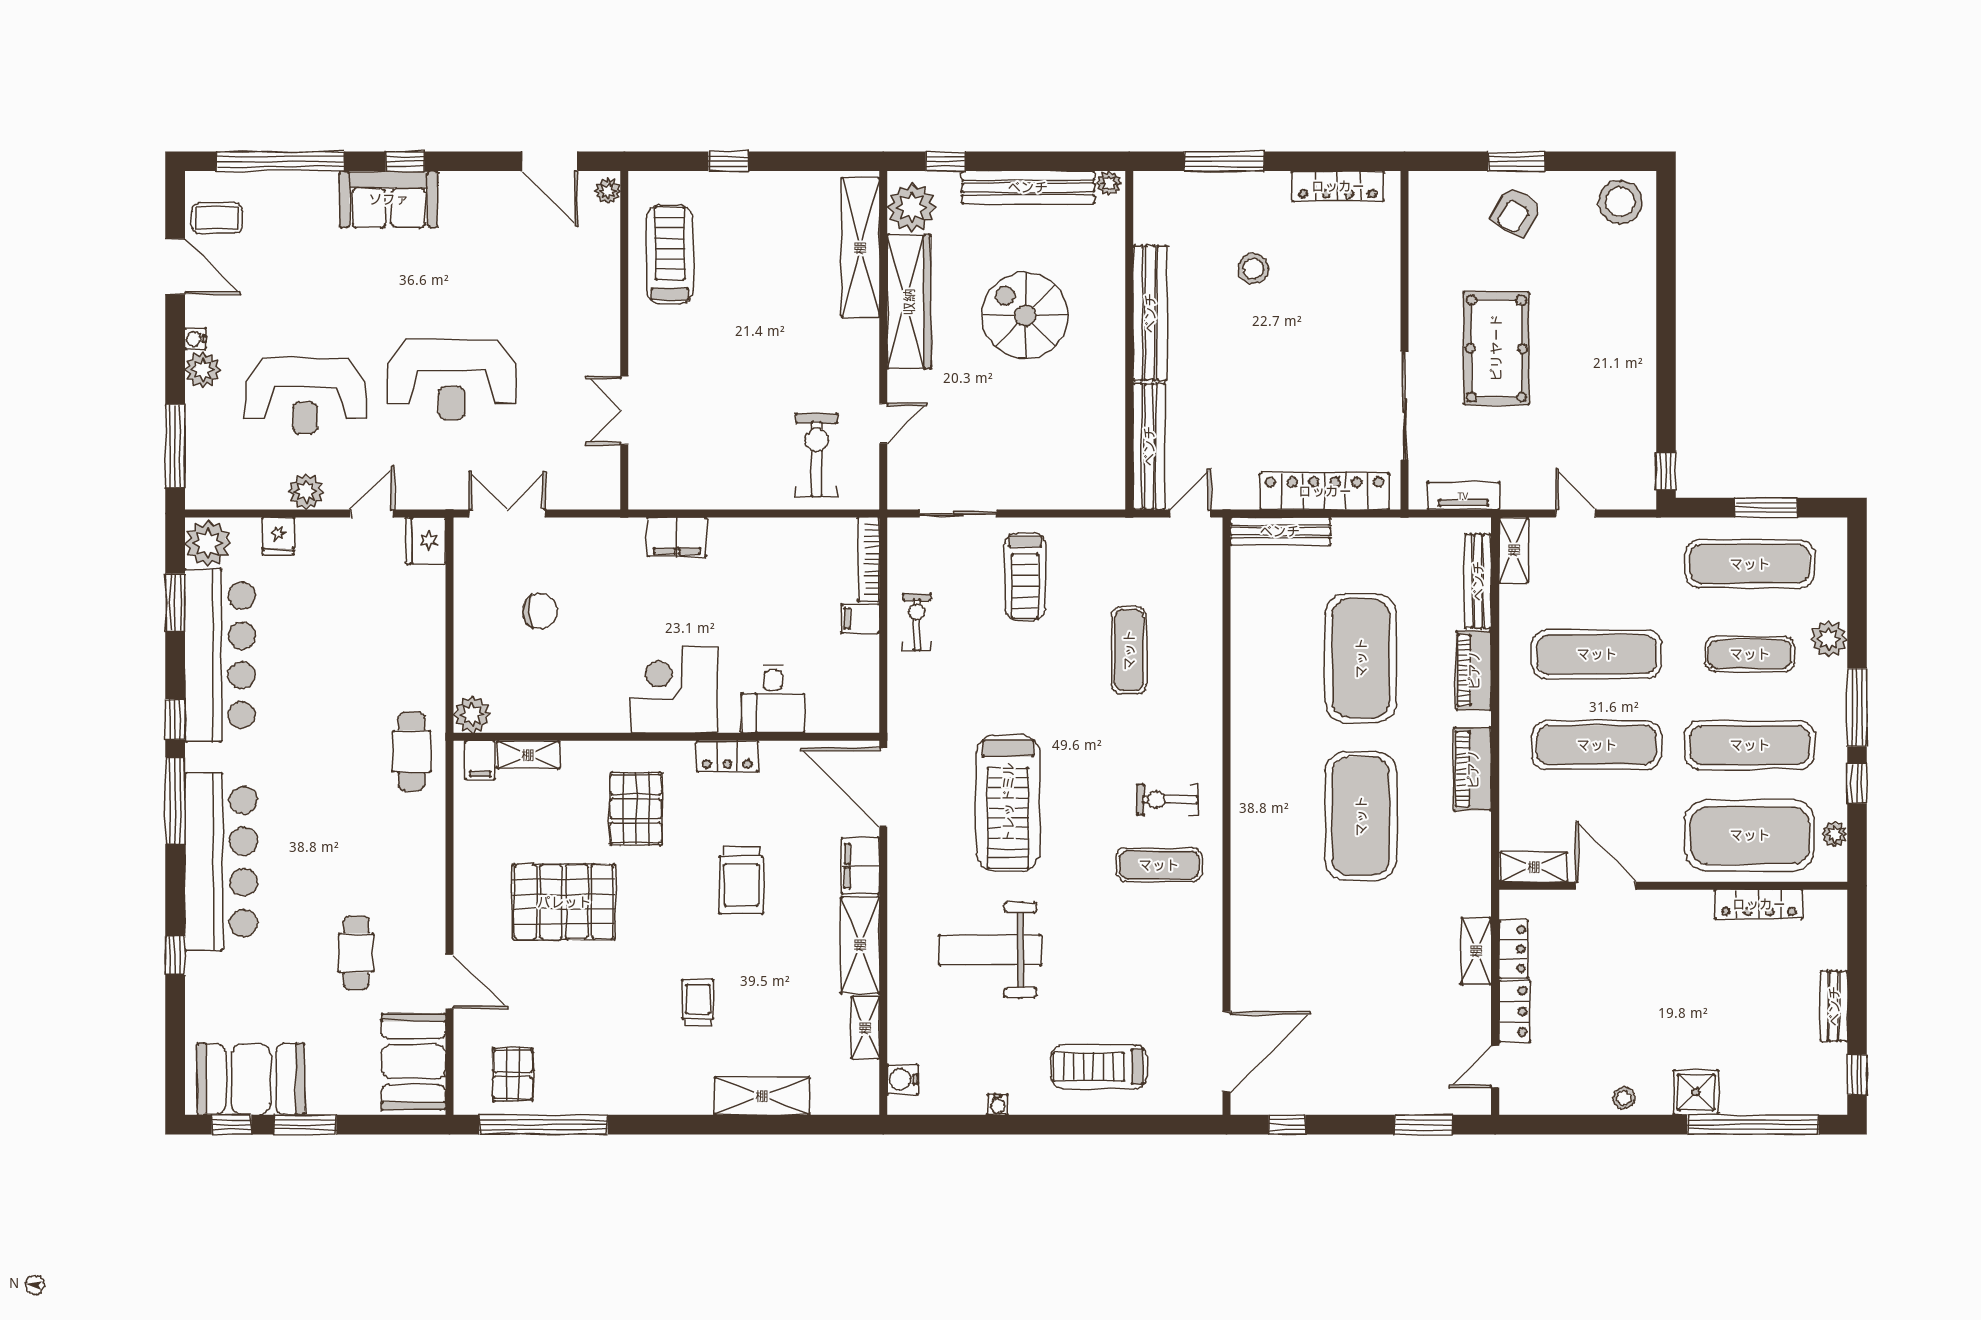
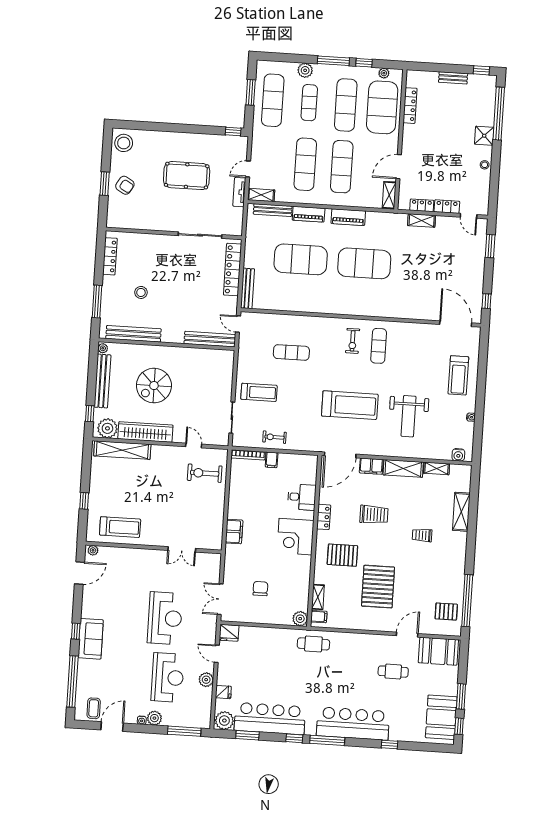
treadmill: (670, 254) -> (120, 527), turned 180
bench: (1150, 313) -> (133, 334), moved
pool table: (1496, 348) -> (187, 176), moved
tv unit: (1463, 496) -> (239, 192), moved

